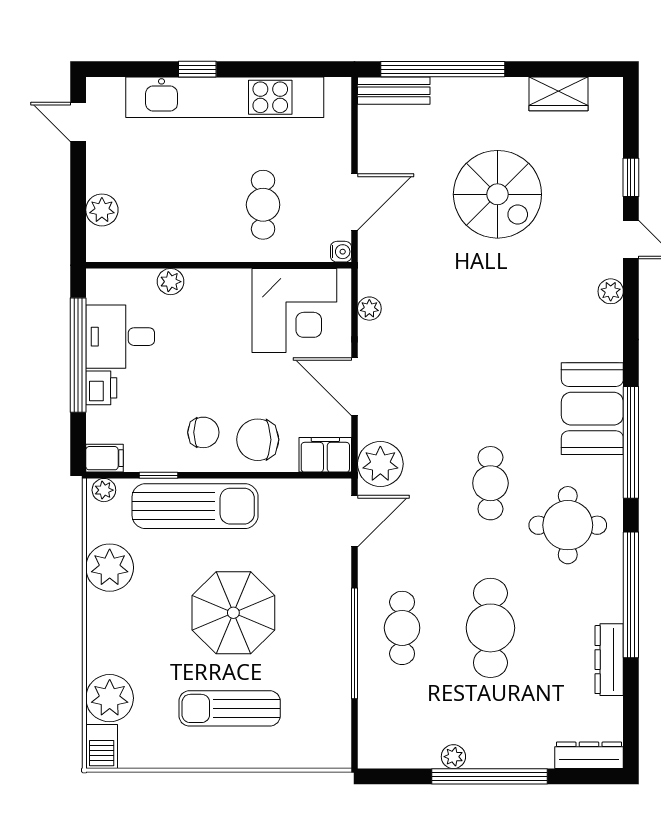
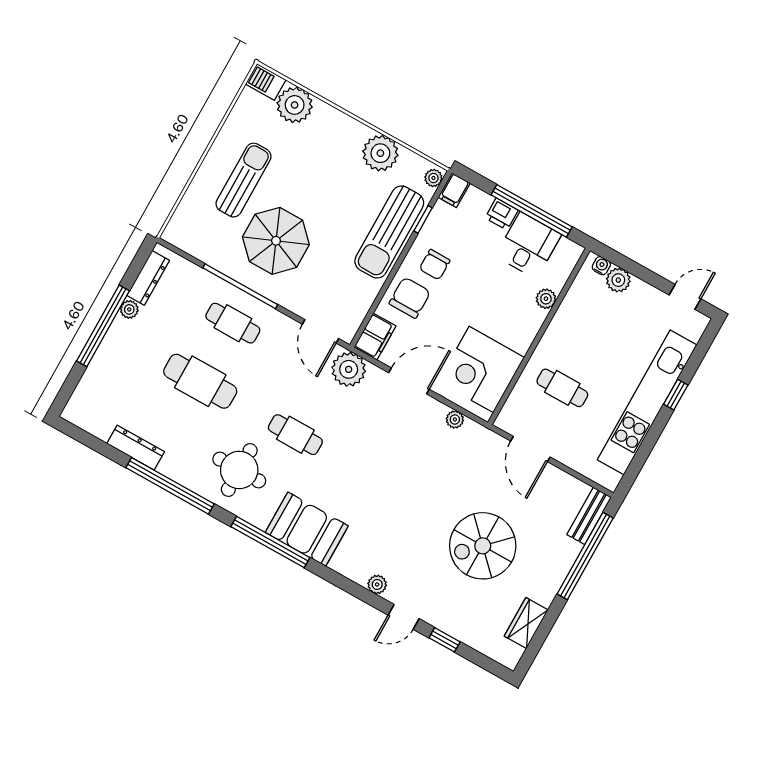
water cooler: (341, 252) -> (601, 266), moved, turned 180
parasol: (233, 613) -> (276, 241), moved
dresser: (589, 755) -> (148, 278), moved

